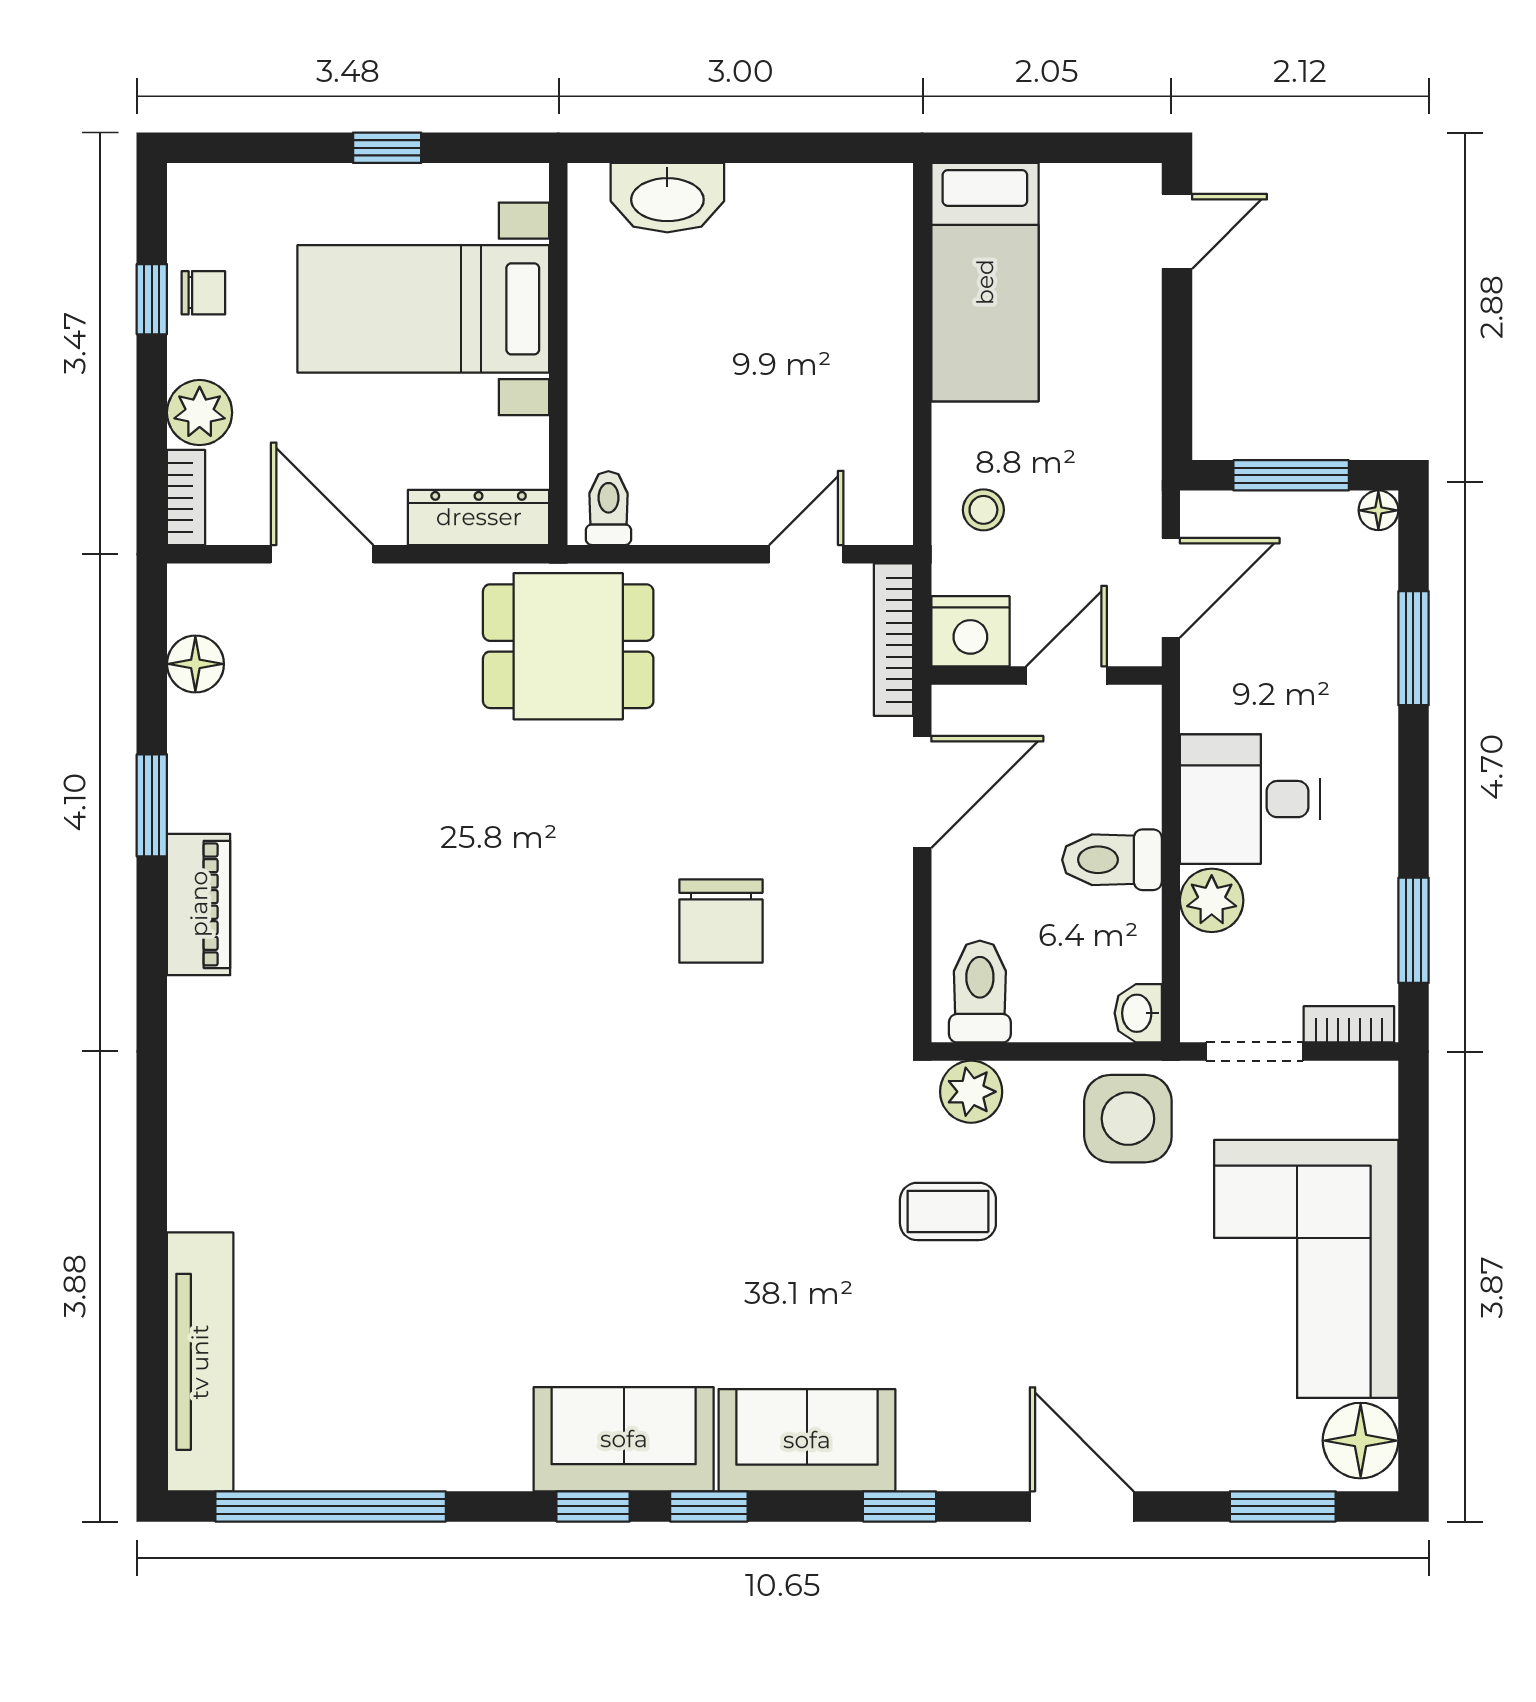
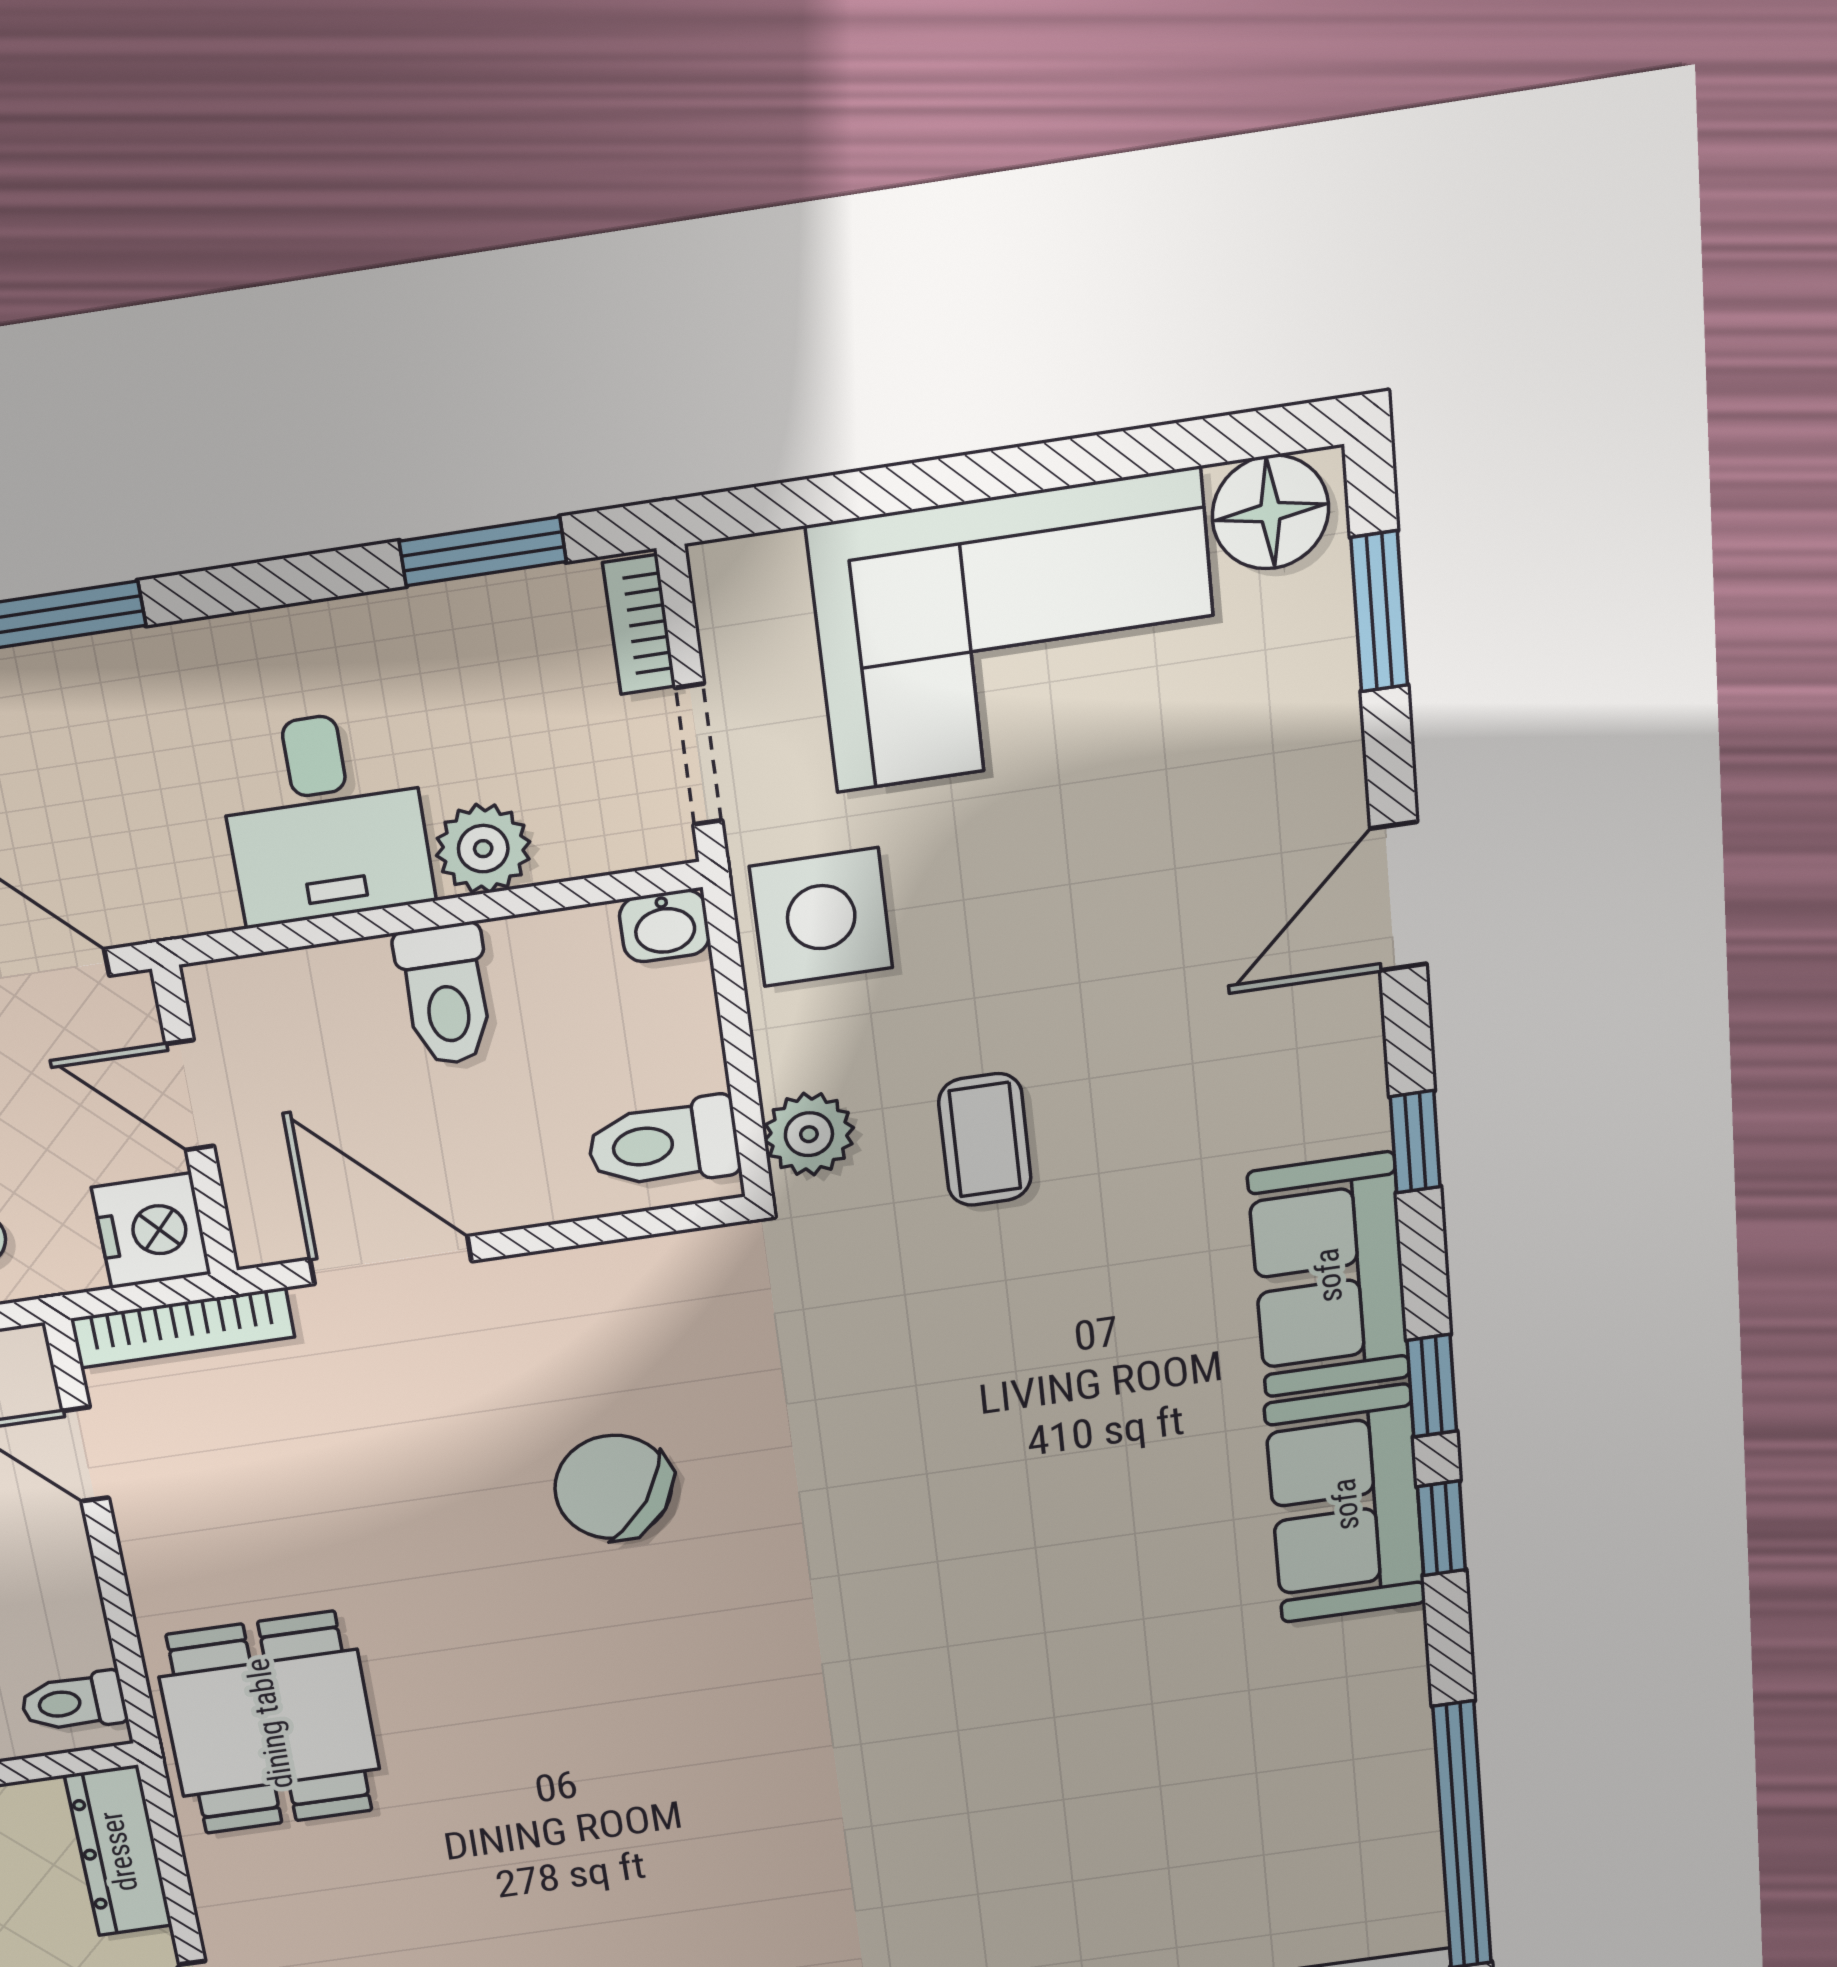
chair: (721, 921) -> (613, 1487), turned -146

